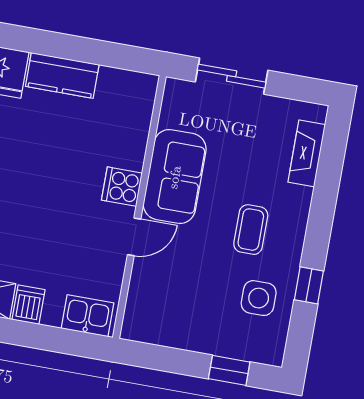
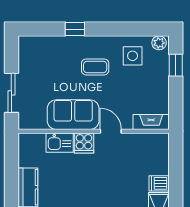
fireplace: (307, 153) -> (151, 122), moved, turned 180
window: (309, 285) -> (75, 29), moved
kitchen sink: (88, 316) -> (60, 143), moved, turned -90
plant: (273, 348) -> (159, 43), added

